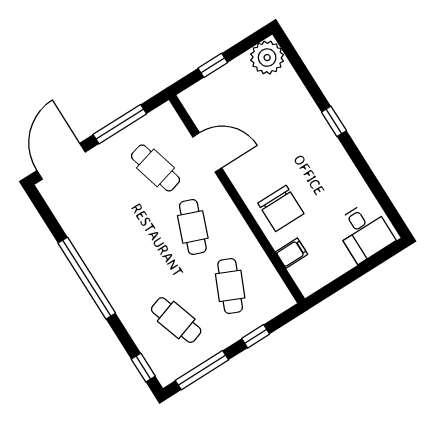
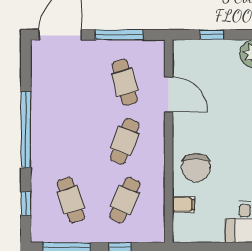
window: (143, 368) -> (26, 204), moved

